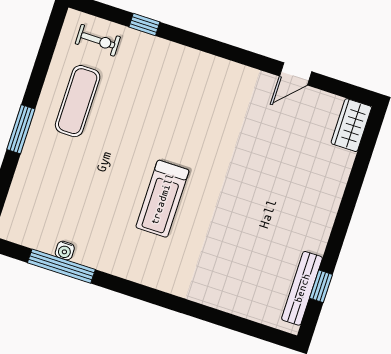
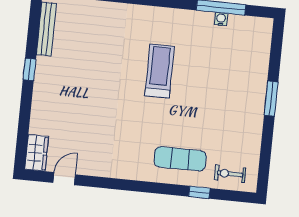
door: (296, 74) -> (64, 179), moved
exercise mat: (78, 101) -> (180, 159), moved, turned 90
window: (321, 286) -> (29, 69), moved

